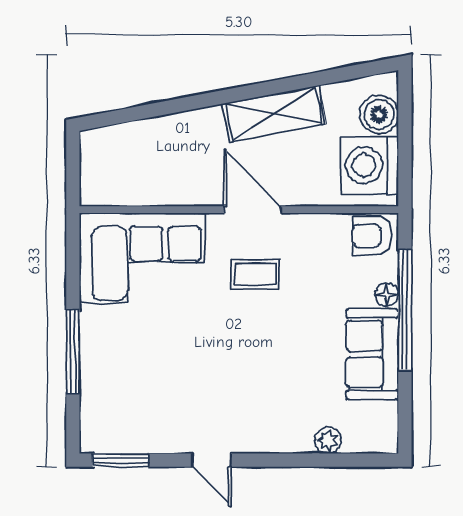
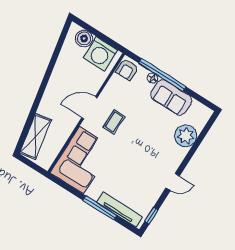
shelving: (274, 114) -> (35, 136), moved
tv unit: (94, 392) -> (120, 210), added
plant: (328, 440) -> (186, 136), width x1.88, depth x1.88
window: (121, 460) -> (151, 216), width x0.67

